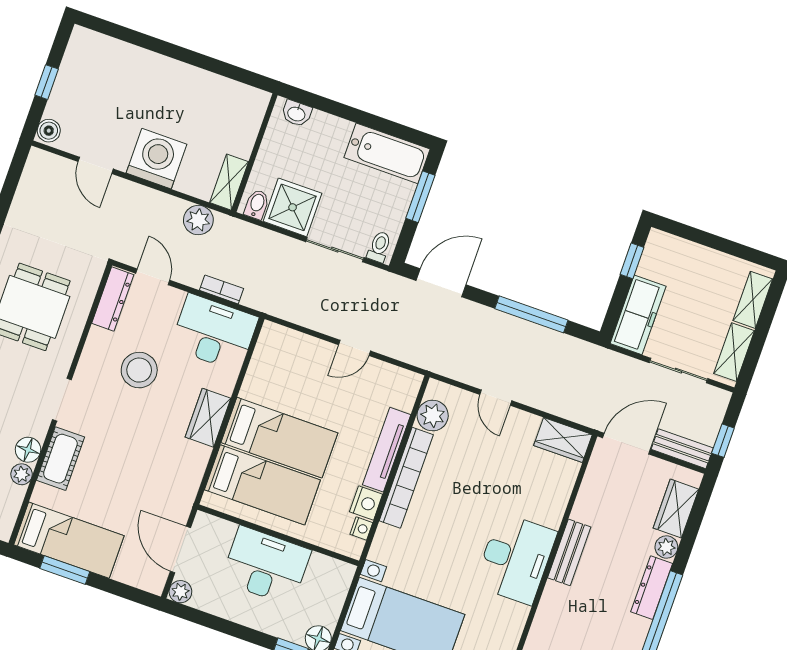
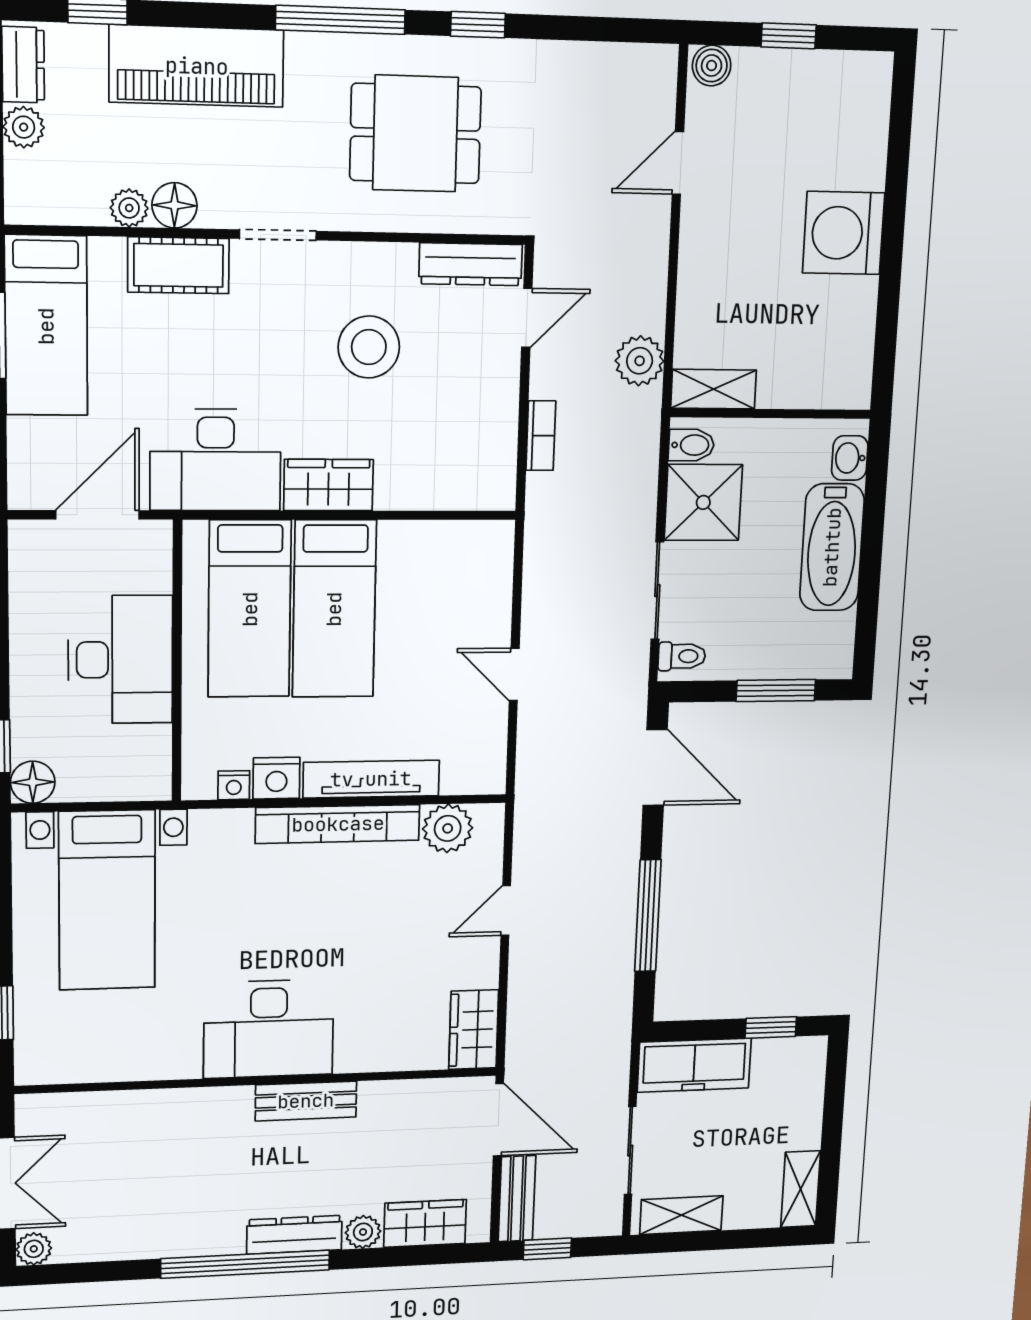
bathtub: (387, 153) -> (832, 547), moved
washing machine: (156, 159) -> (843, 233), moved, turned 180
shelving: (753, 300) -> (801, 1189), moved, turned 90
desk: (214, 333) -> (216, 460), moved, turned 90
plant: (180, 592) -> (28, 539), removed

